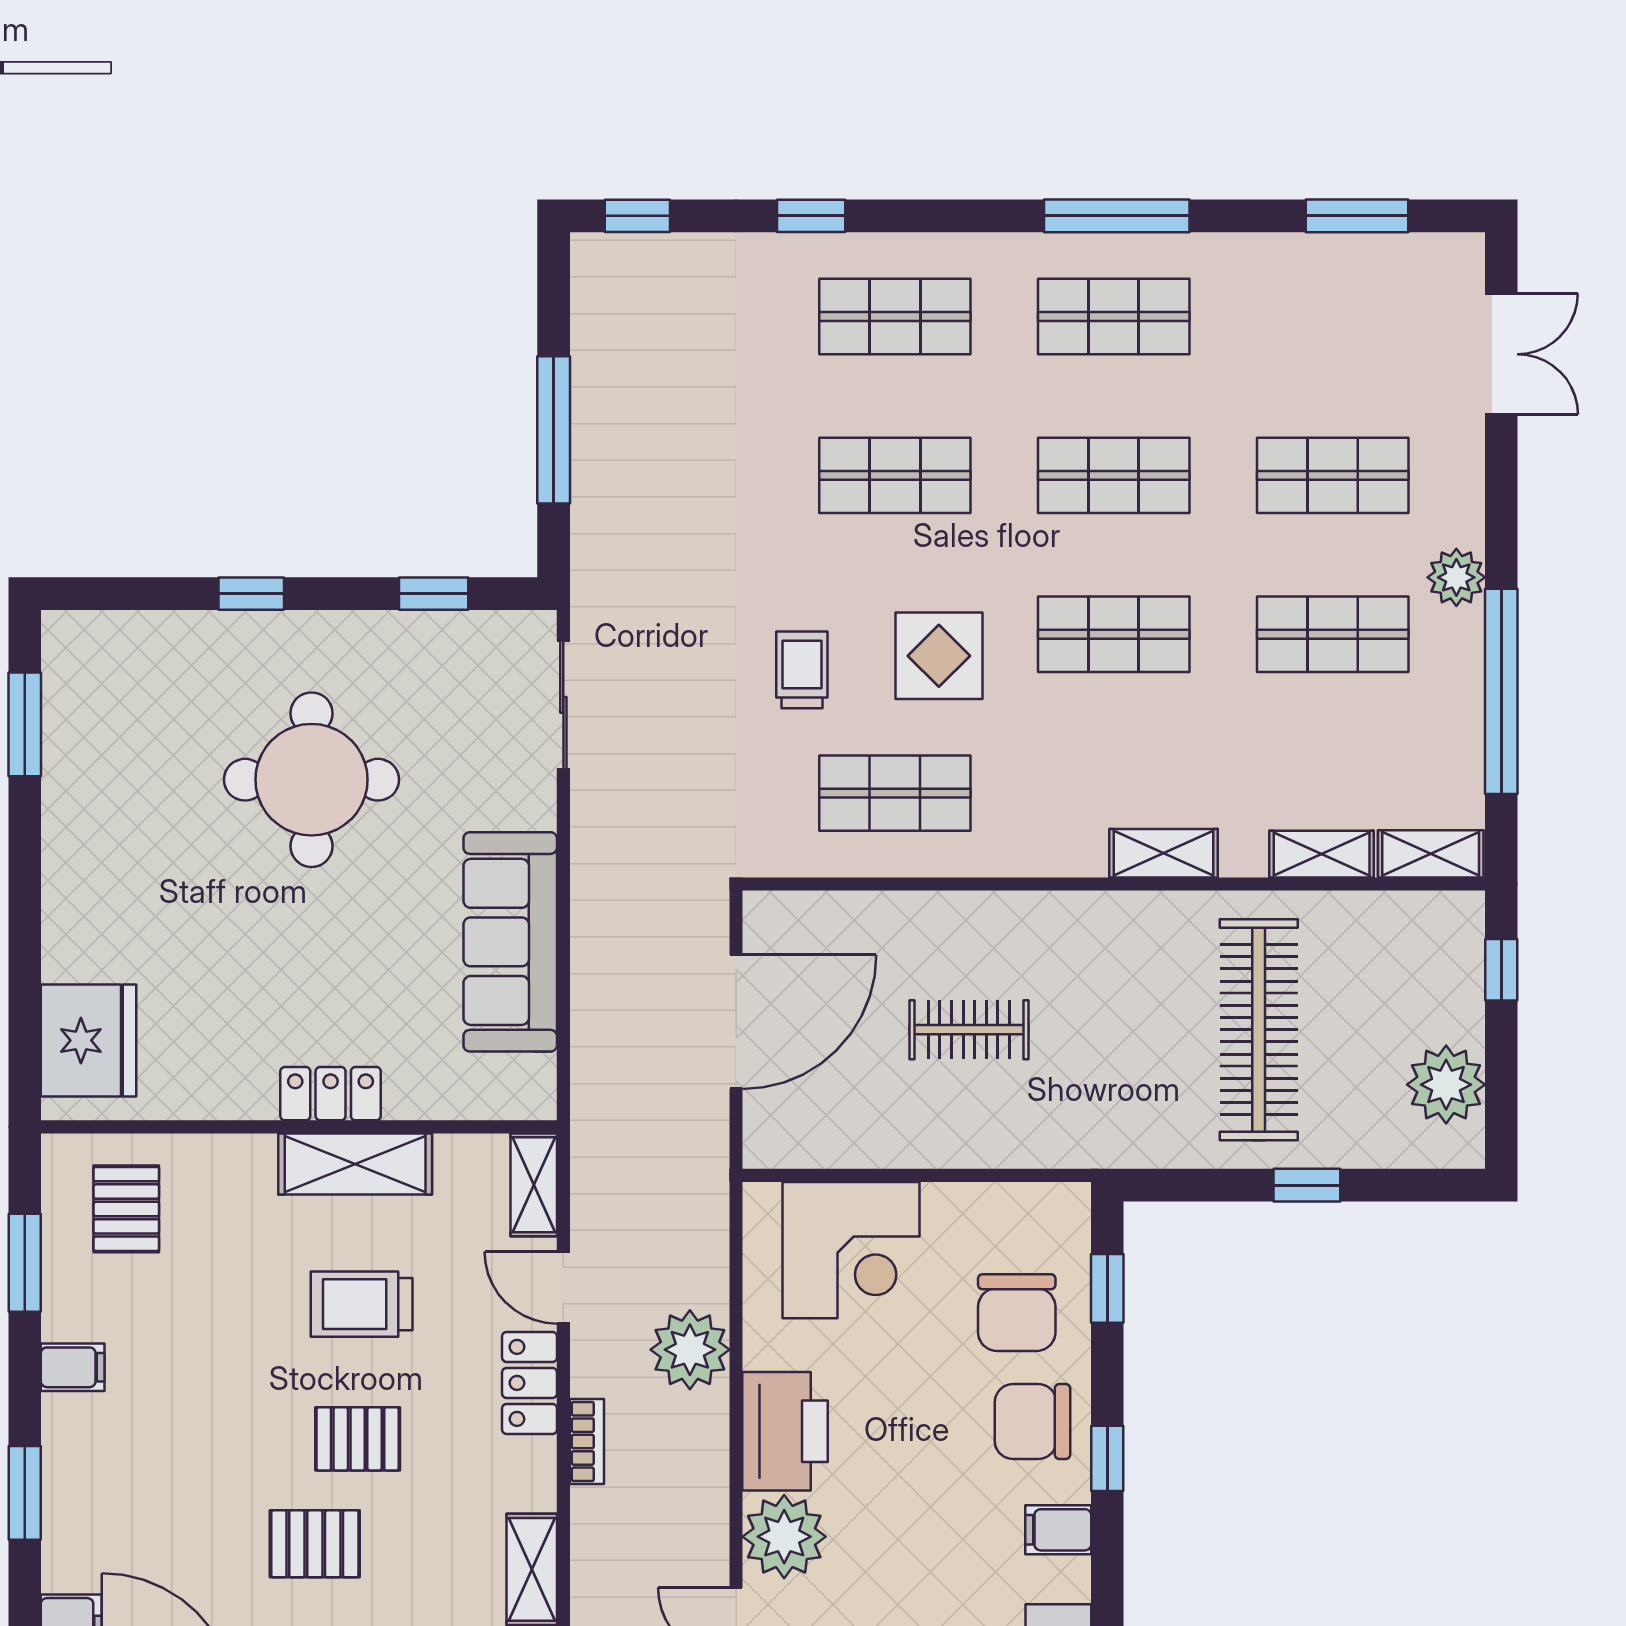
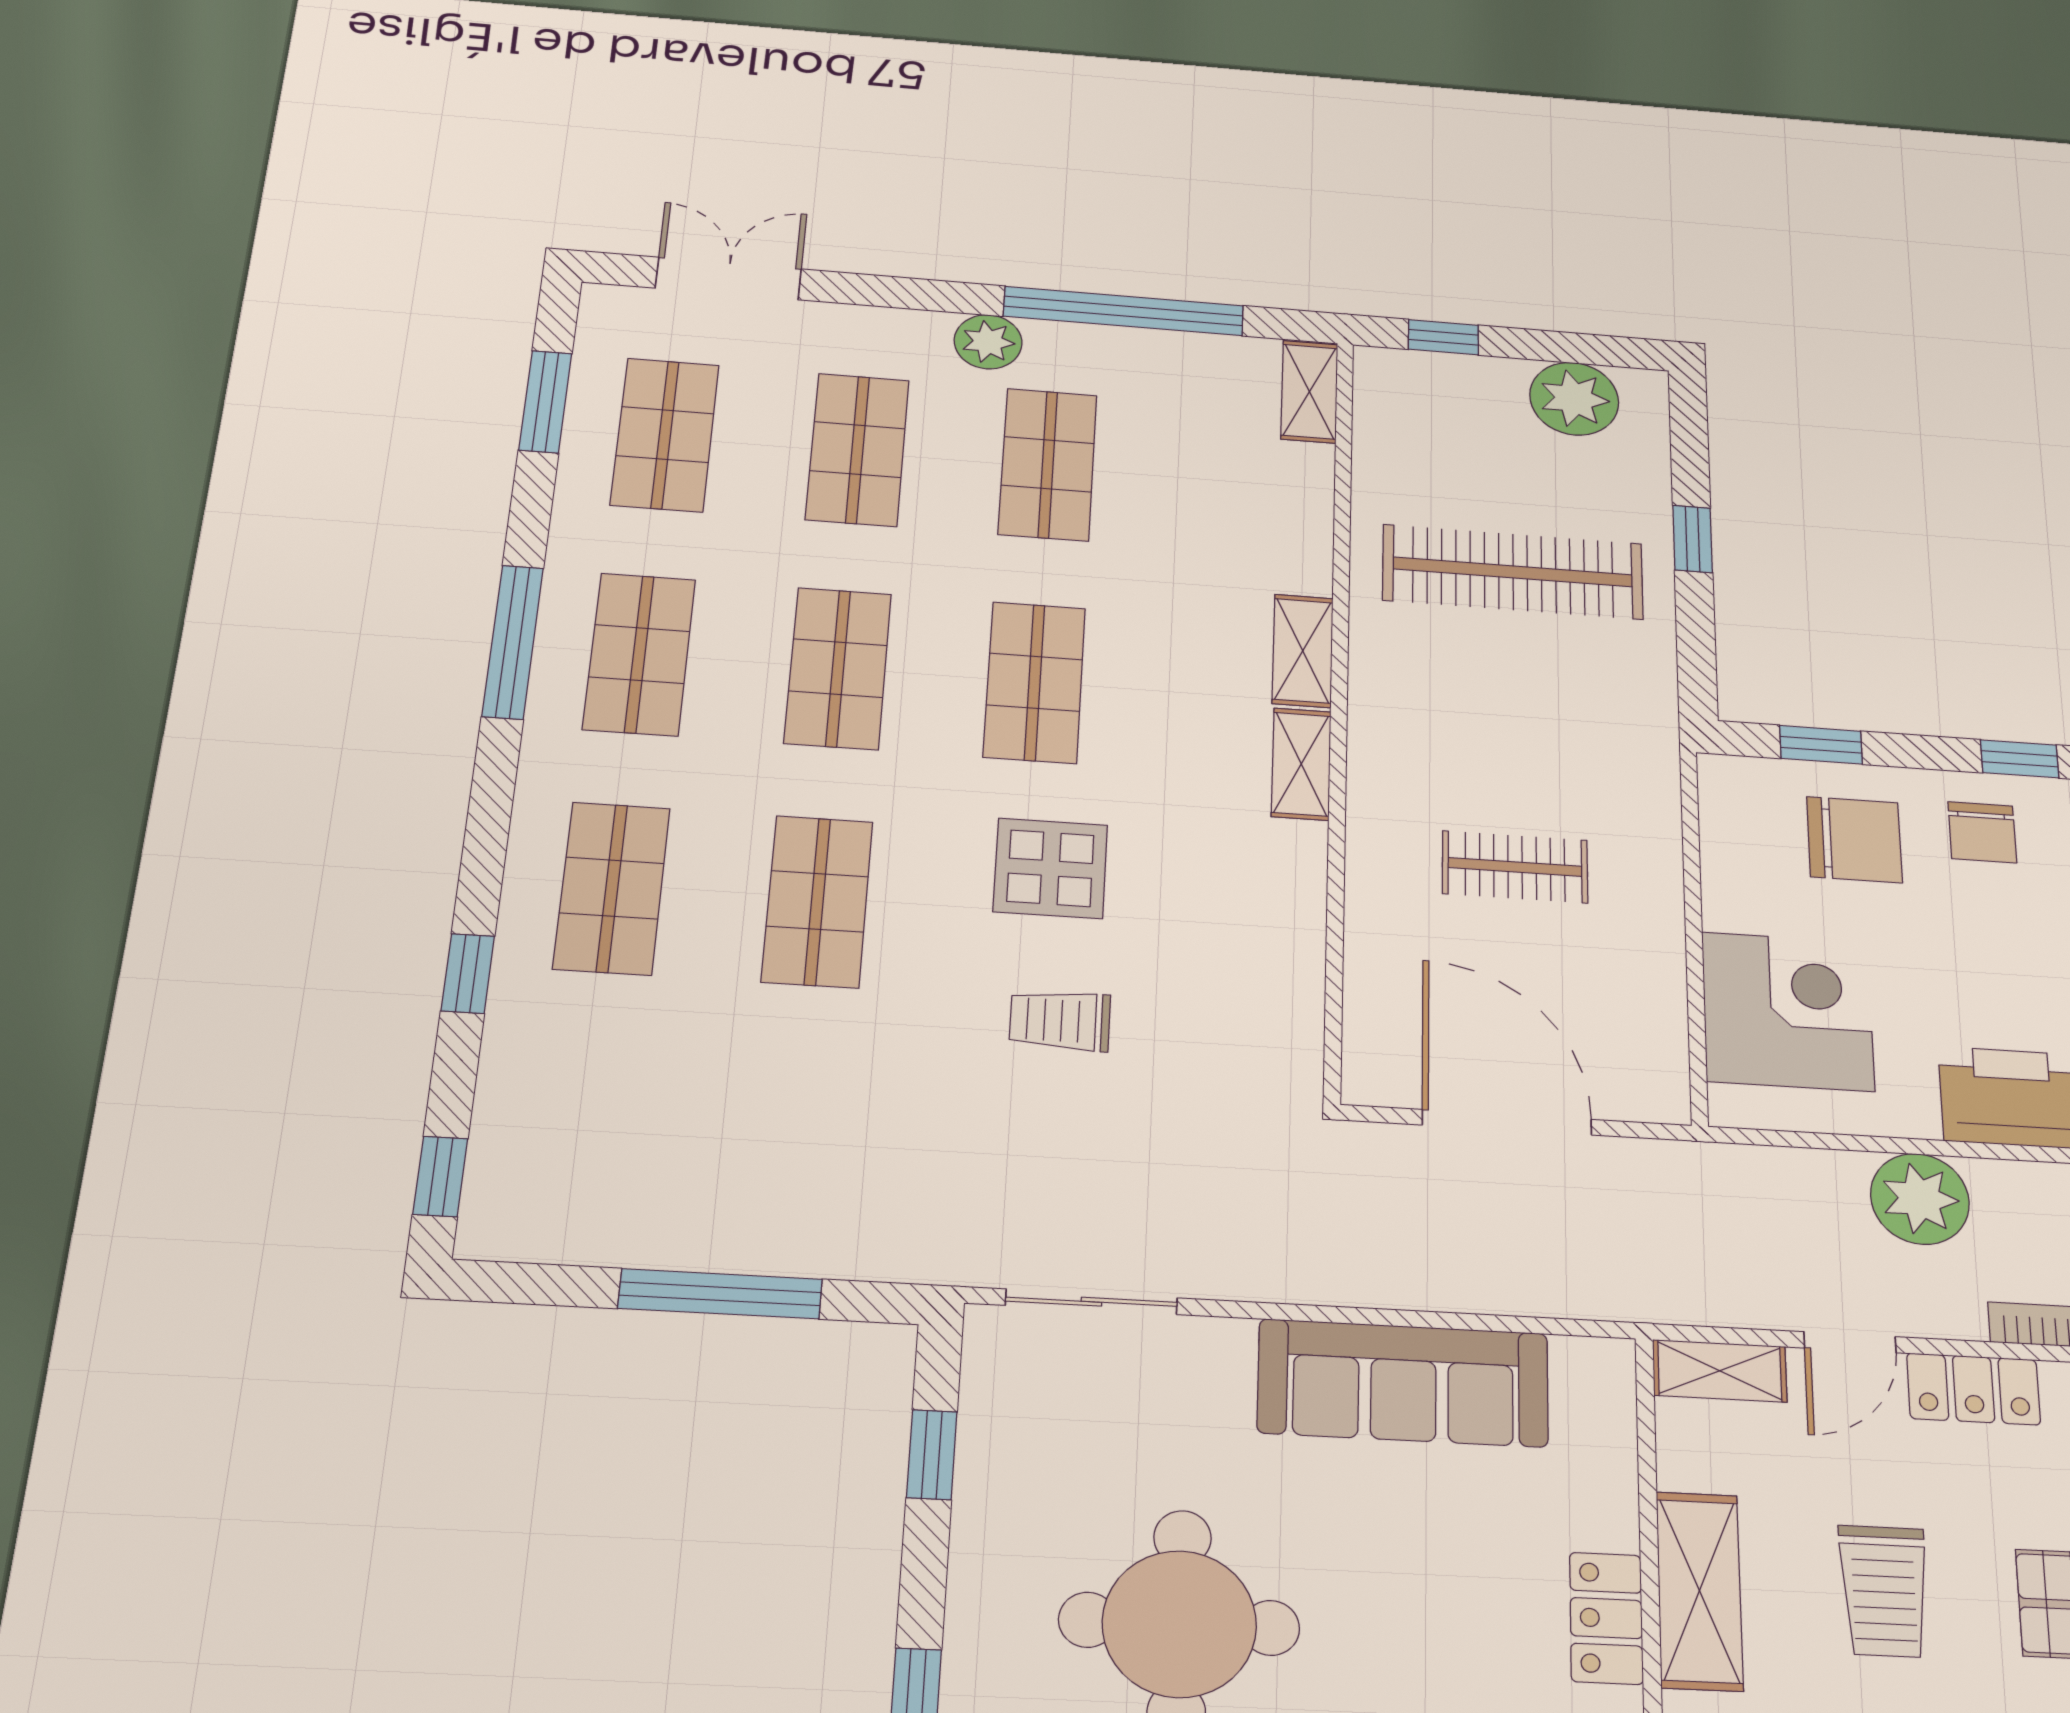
shop shelf: (895, 793) -> (665, 435), moved
shelving: (1322, 854) -> (1301, 764), moved
clothes rail: (969, 1030) -> (1515, 867), turned 90
chair: (1032, 1422) -> (1982, 832), width x0.73, depth x0.73

